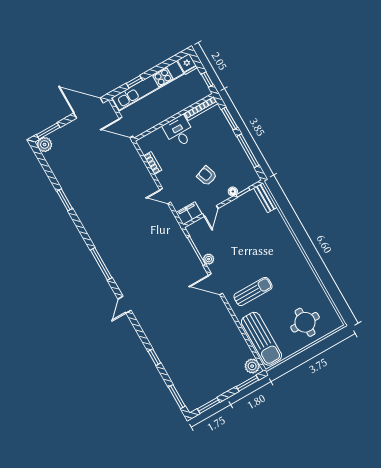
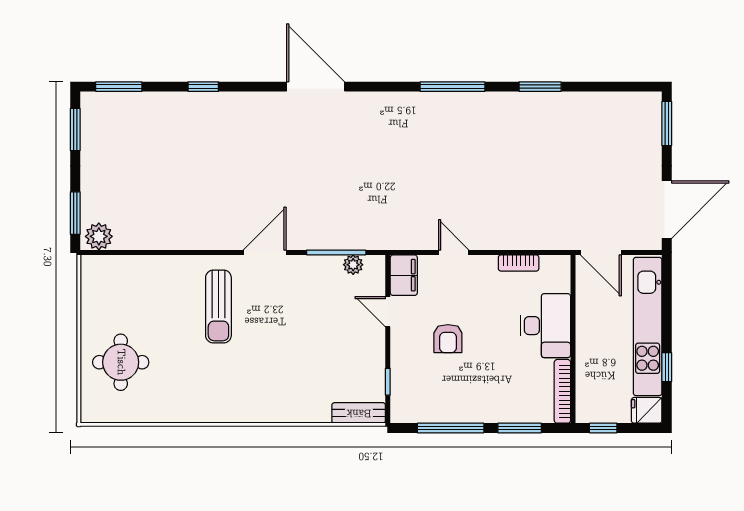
window: (134, 82) -> (667, 367), moved
door: (126, 127) -> (601, 252), swing flipped
desk: (179, 131) -> (545, 326), width x1.37
plant: (45, 144) -> (648, 105), removed
armchair: (207, 176) -> (448, 339), turned 110
floor lamp: (233, 191) -> (399, 366), removed
door: (165, 196) -> (454, 252), hinge flipped
plant: (209, 259) -> (353, 265), moved
window: (101, 264) -> (452, 87), moved
door: (124, 305) -> (316, 87), width x1.87
sun lounger: (261, 339) -> (134, 277), removed

